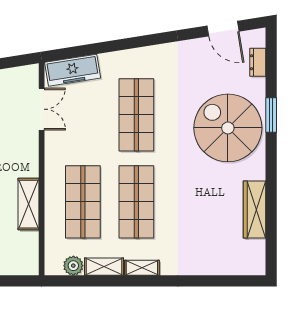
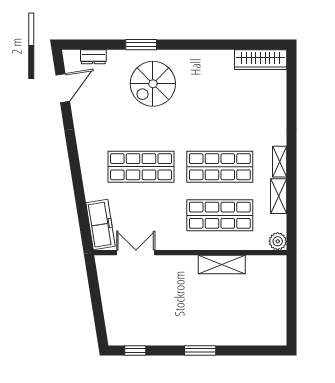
spiral stairs: (228, 128) -> (153, 84), width x0.73, depth x0.73
wardrobe: (255, 210) -> (261, 60), moved
plant: (73, 266) -> (278, 241), moved

